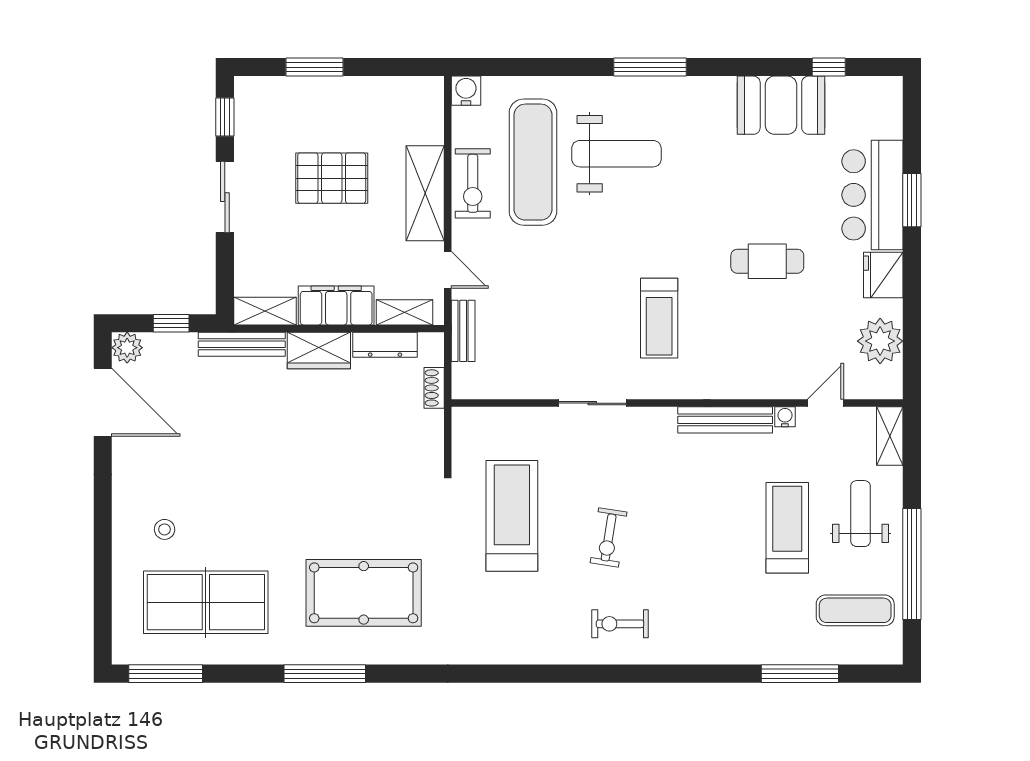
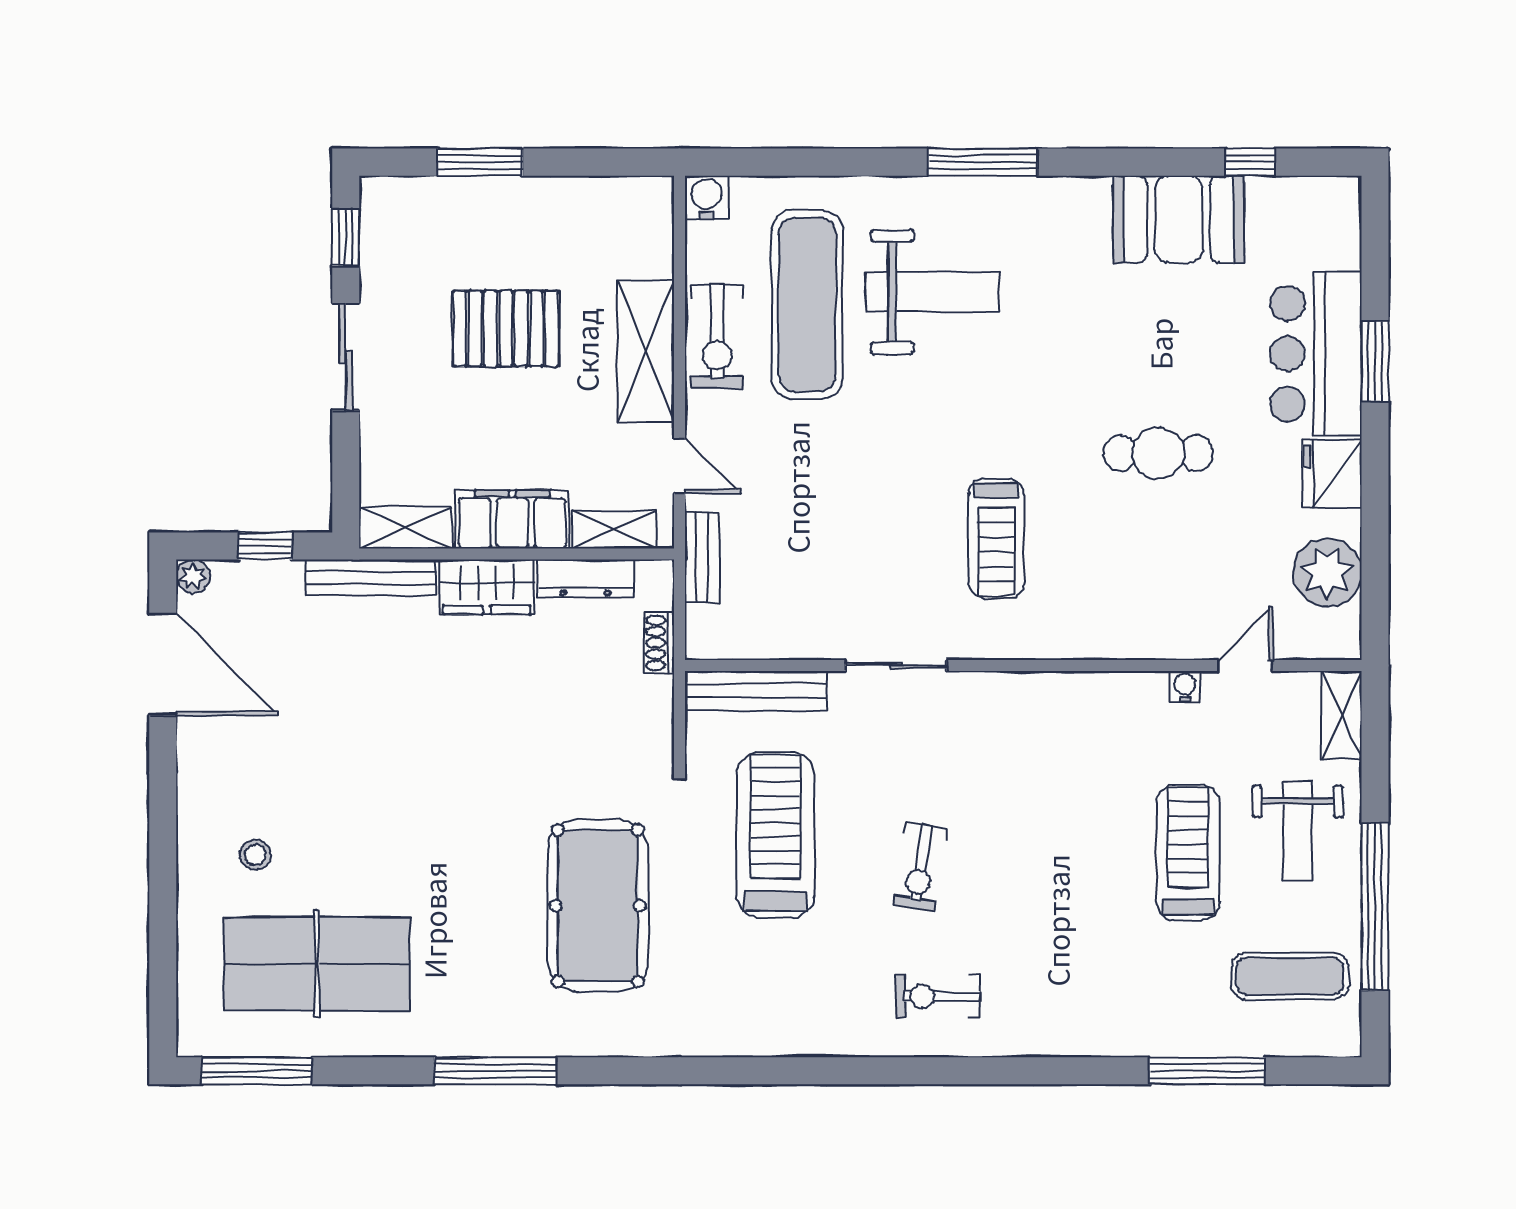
plant: (127, 348) -> (193, 576), width x0.73, depth x0.73
bench: (725, 420) -> (756, 691), moved
weight bench: (861, 514) -> (1298, 831), turned 180
pool table: (364, 593) -> (598, 906), moved, turned 90

